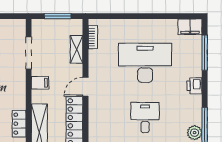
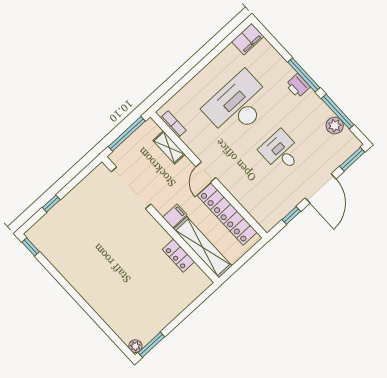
window: (58, 16) -> (127, 134), width x1.44
doorway: (29, 53) -> (131, 188), width x1.36
window: (205, 53) -> (304, 75), moved
filing cabinet: (40, 83) -> (175, 216), moved

